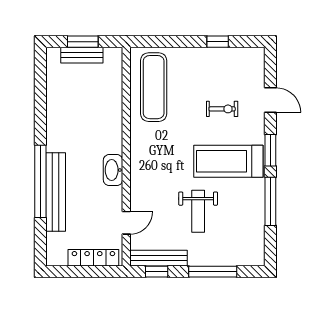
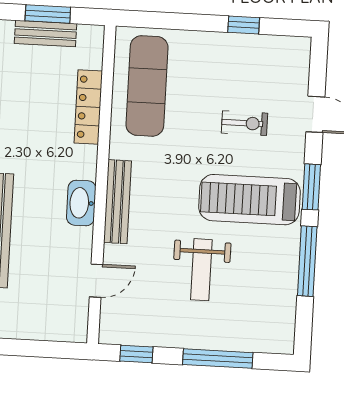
locker: (93, 258) -> (88, 107), moved, turned -90
bench: (158, 258) -> (117, 202), moved, turned 90

